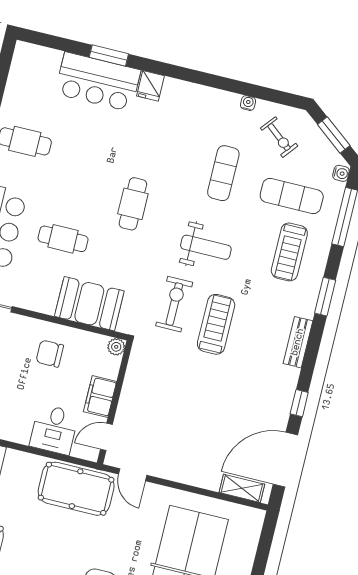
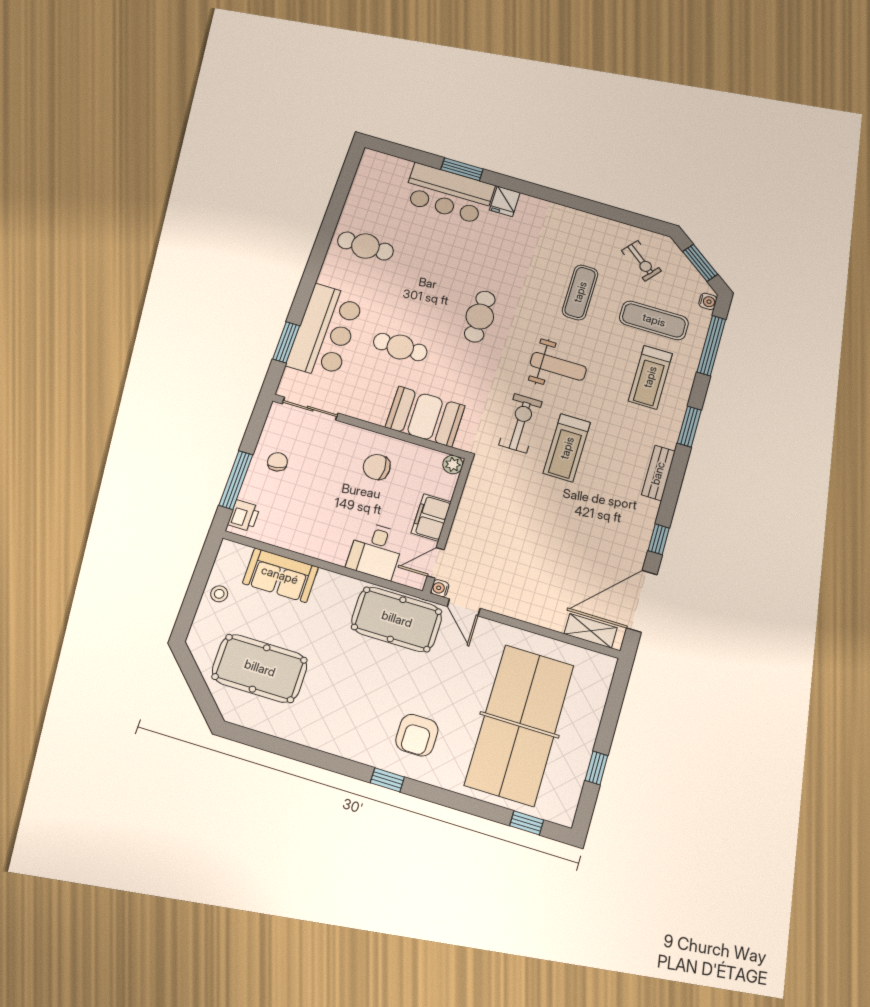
water cooler: (248, 103) -> (440, 588), moved, turned -90
treadmill: (216, 324) -> (567, 448), turned 180

